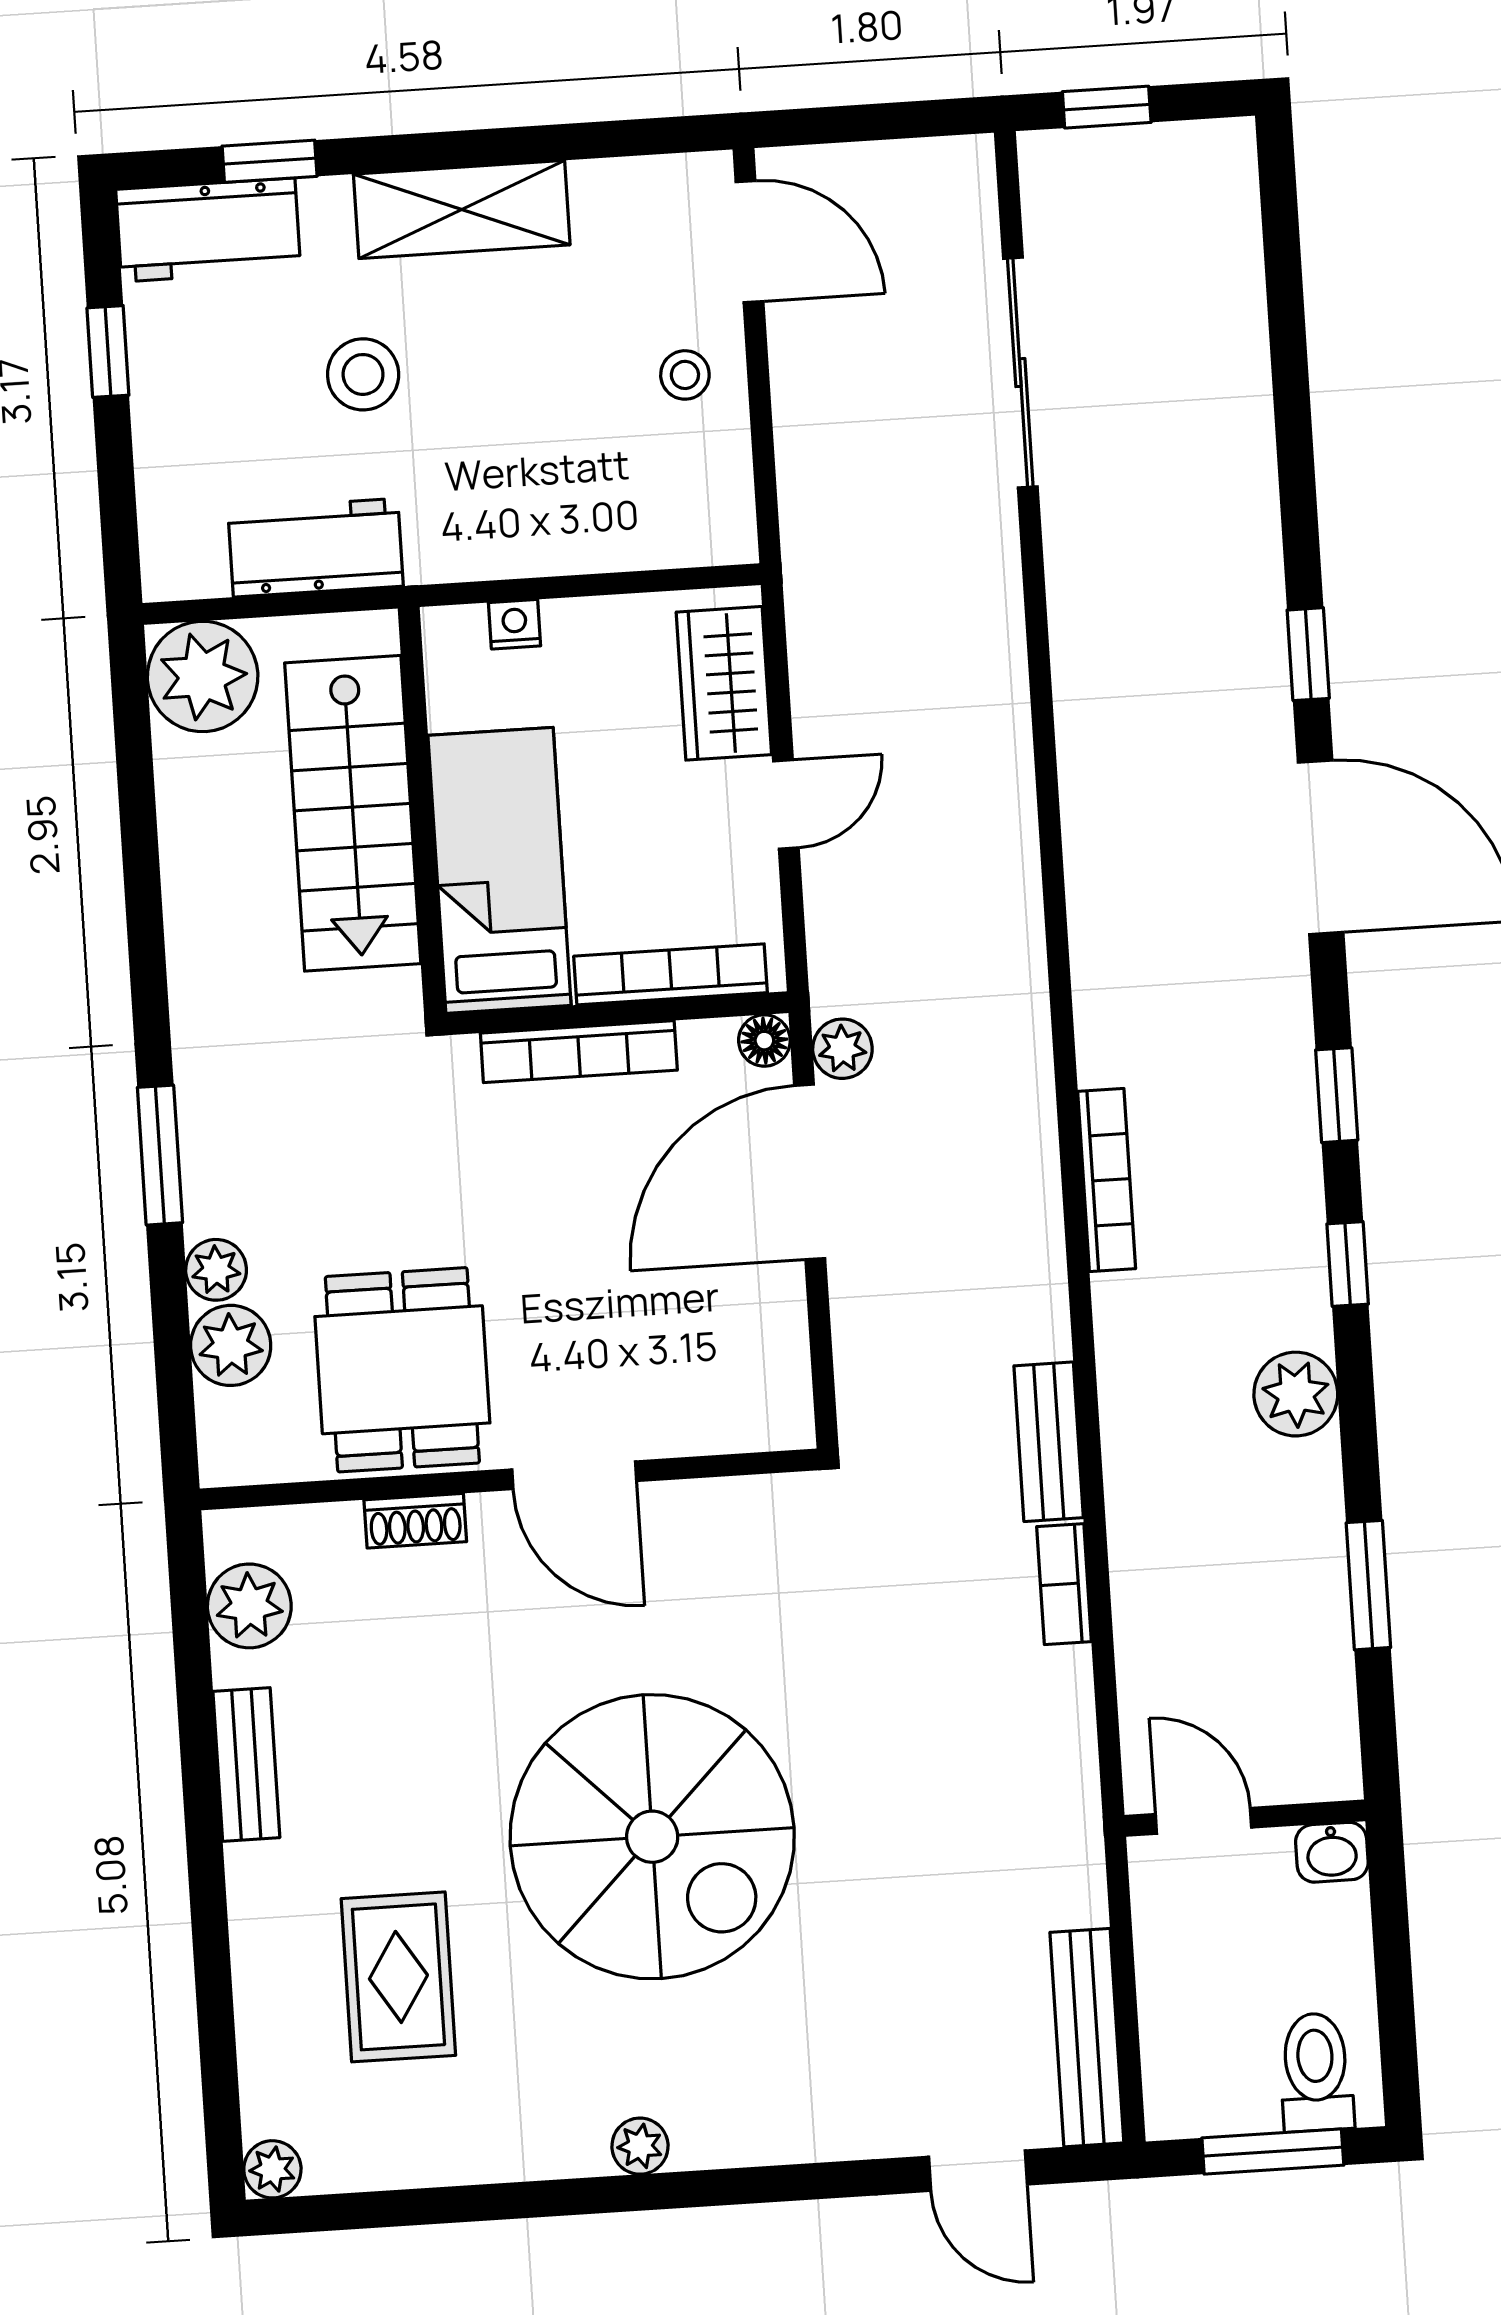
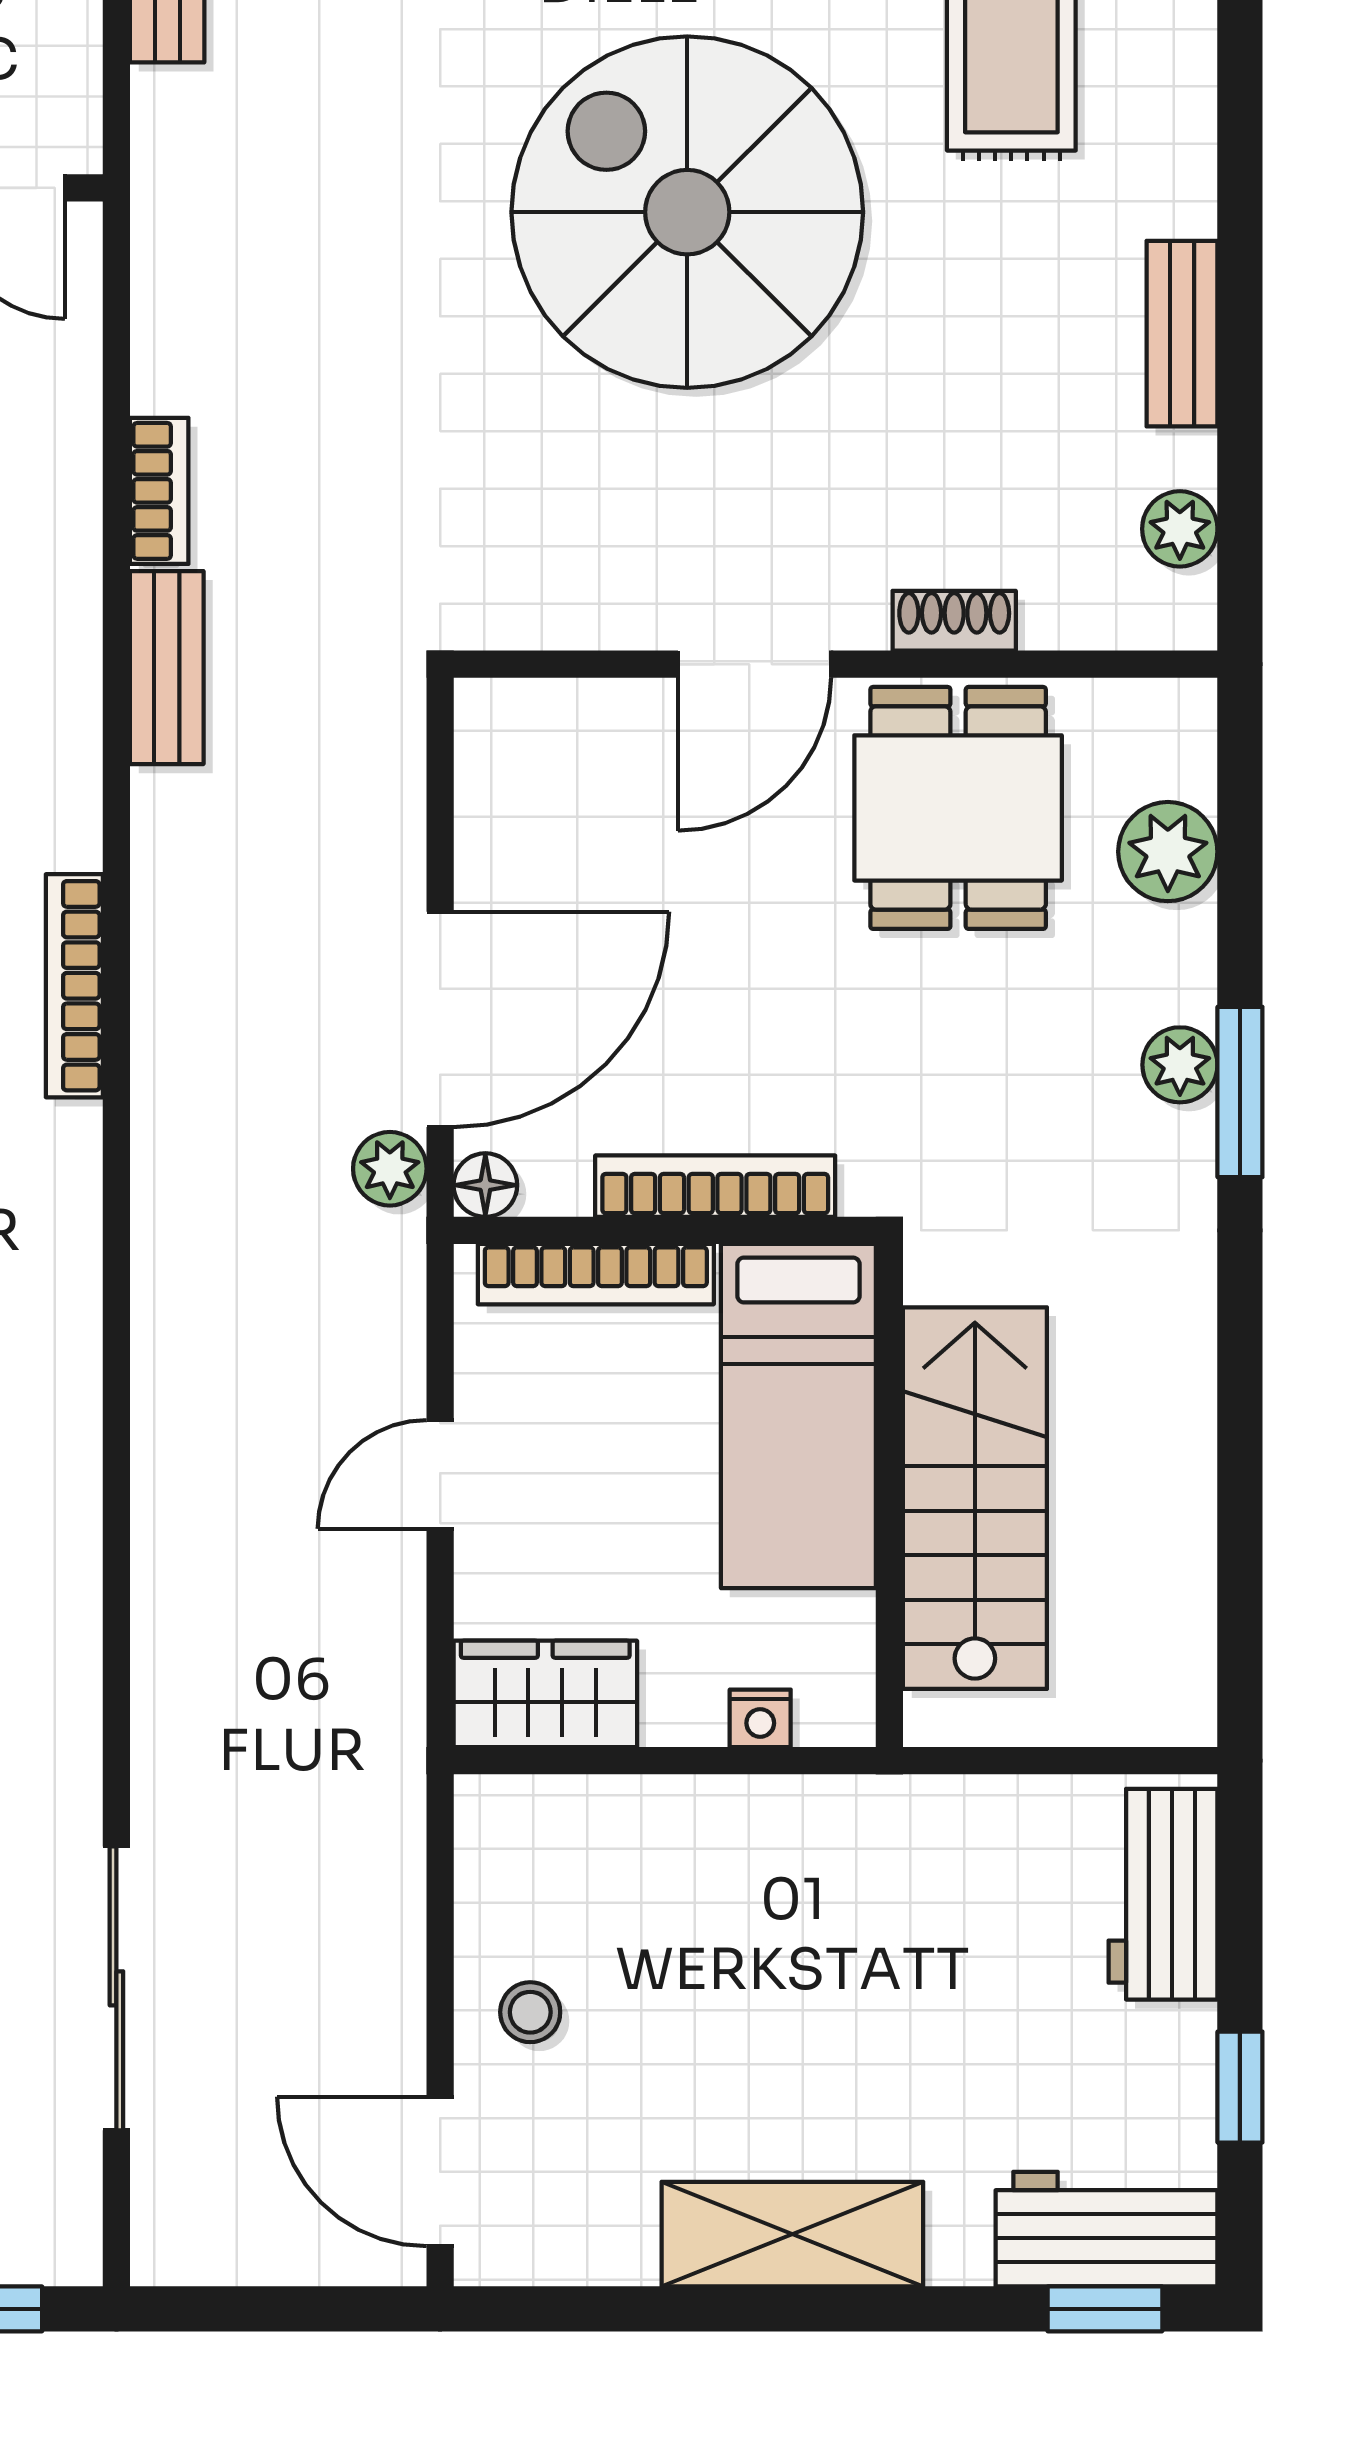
window: (270, 161) -> (1105, 2309), moved
stool: (363, 374) -> (927, 2038), removed
workbench: (316, 548) -> (1163, 1894), moved, turned 90
plant: (203, 676) -> (1149, 1679), removed
wardrobe: (724, 683) -> (545, 1694), moved, turned -90
plant: (216, 1270) -> (1180, 1065), moved
door: (574, 1475) -> (755, 664), swing flipped
plant: (249, 1606) -> (1180, 529), width x0.73, depth x0.73

